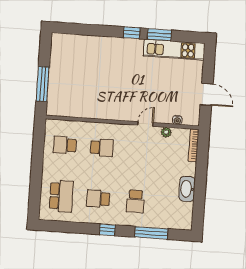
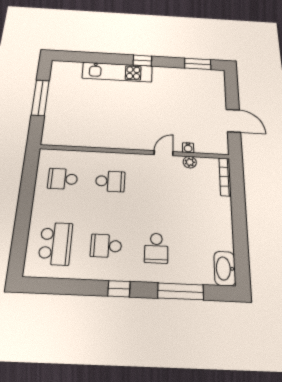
window: (159, 35) -> (198, 64), moved
kitchen unit: (174, 50) -> (117, 72), moved
window: (43, 84) -> (40, 98), moved
water cooler: (177, 120) -> (188, 148), moved
washbasin: (187, 189) -> (225, 268), moved

